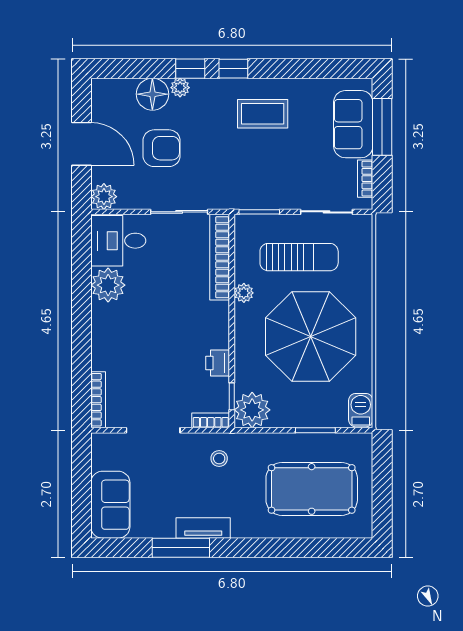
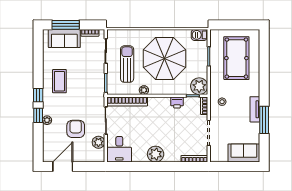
floor lamp: (152, 94) -> (50, 133), removed
door: (82, 144) -> (63, 167), moved
plant: (104, 197) -> (98, 142), moved
plant: (108, 285) -> (156, 154), moved

